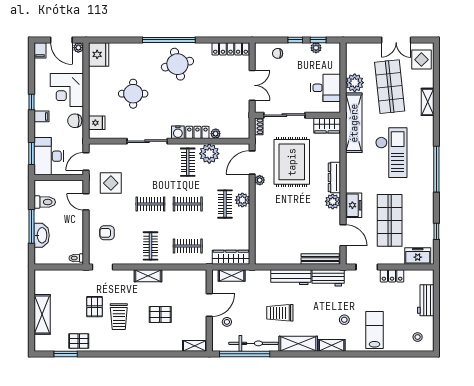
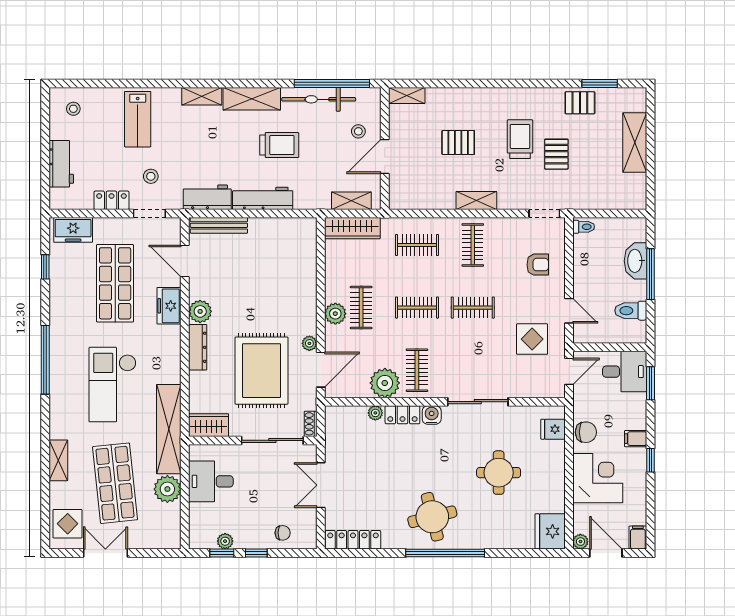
desk: (49, 156) -> (625, 372), width x0.73
stool: (344, 320) -> (151, 176), moved

